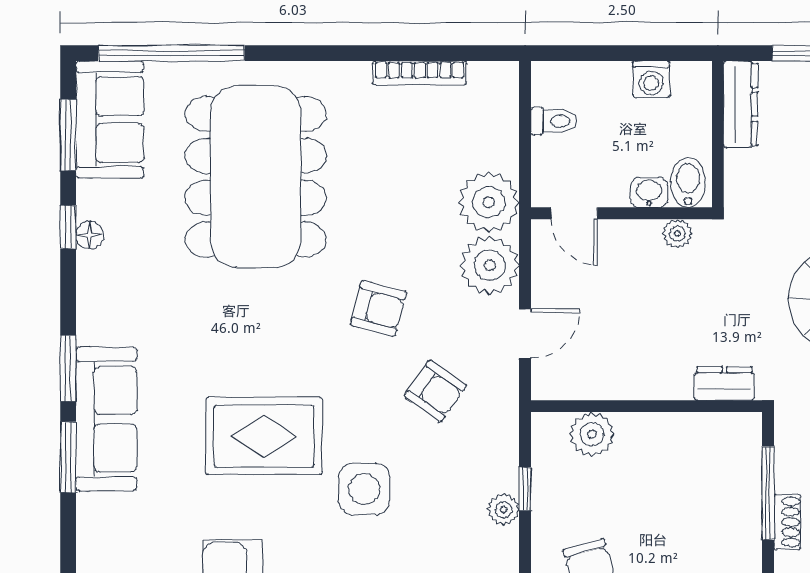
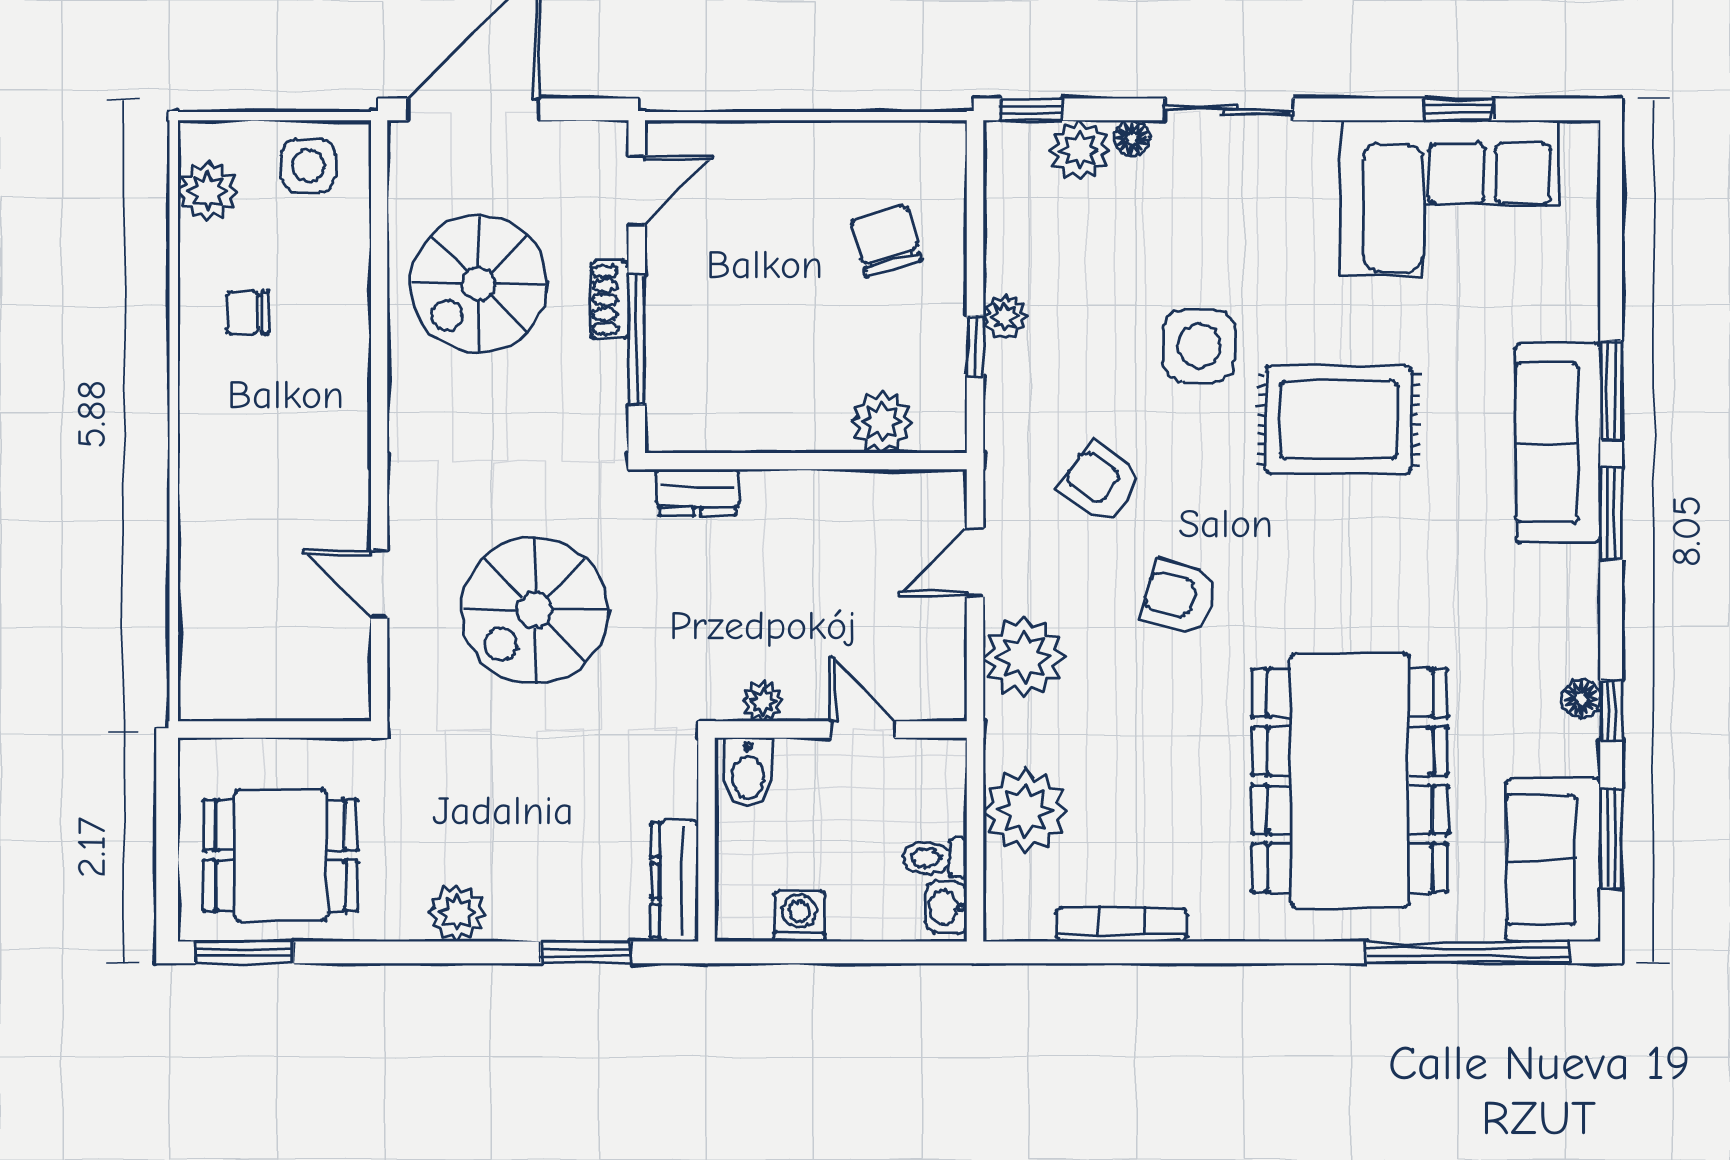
washbasin: (649, 192) -> (946, 907), moved, turned 90
plant: (489, 202) -> (1026, 811), moved
door: (574, 213) -> (863, 729), moved

